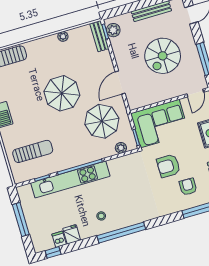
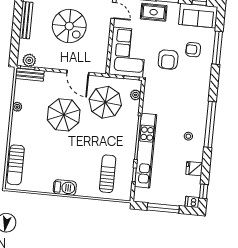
parasol: (62, 93) -> (64, 115), moved
dishwasher: (59, 239) -> (192, 202), moved

